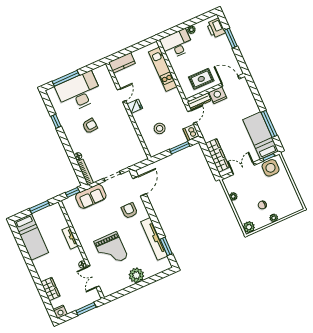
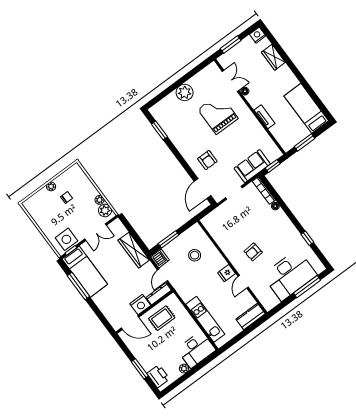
armchair: (90, 126) -> (253, 252), moved
wardrobe: (217, 155) -> (134, 250), moved
plant: (249, 227) -> (105, 210), moved
tv unit: (154, 239) -> (174, 136), removed

